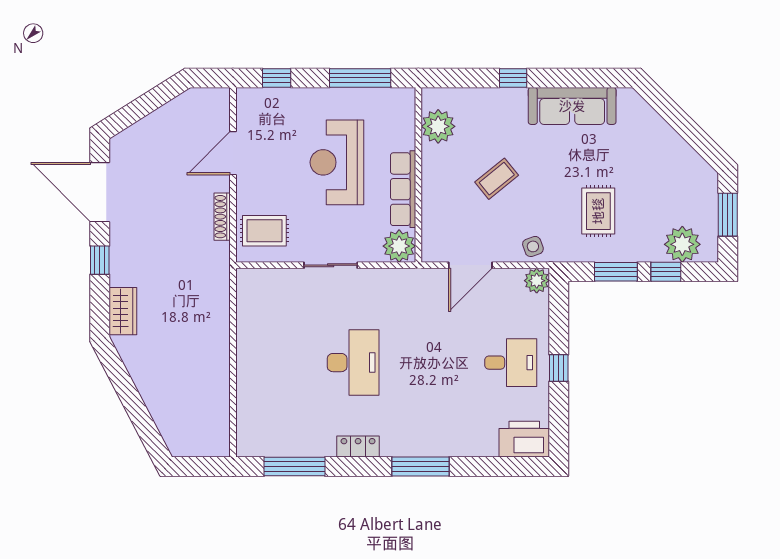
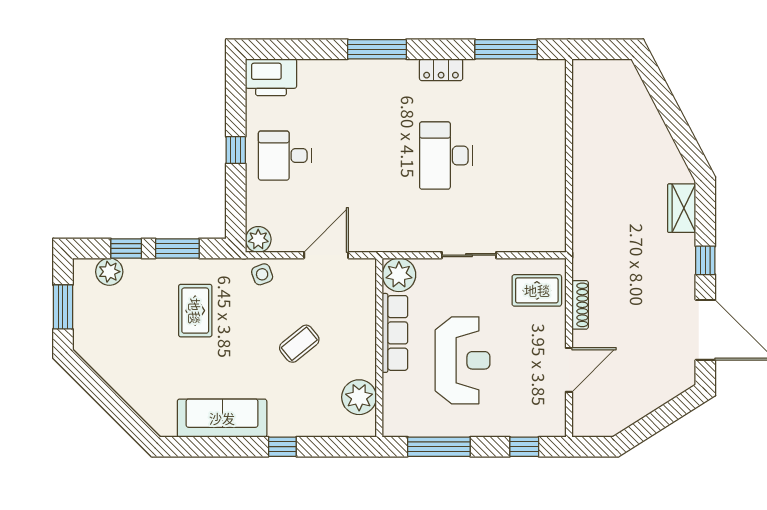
plant: (682, 244) -> (109, 272), width x0.73, depth x0.73

